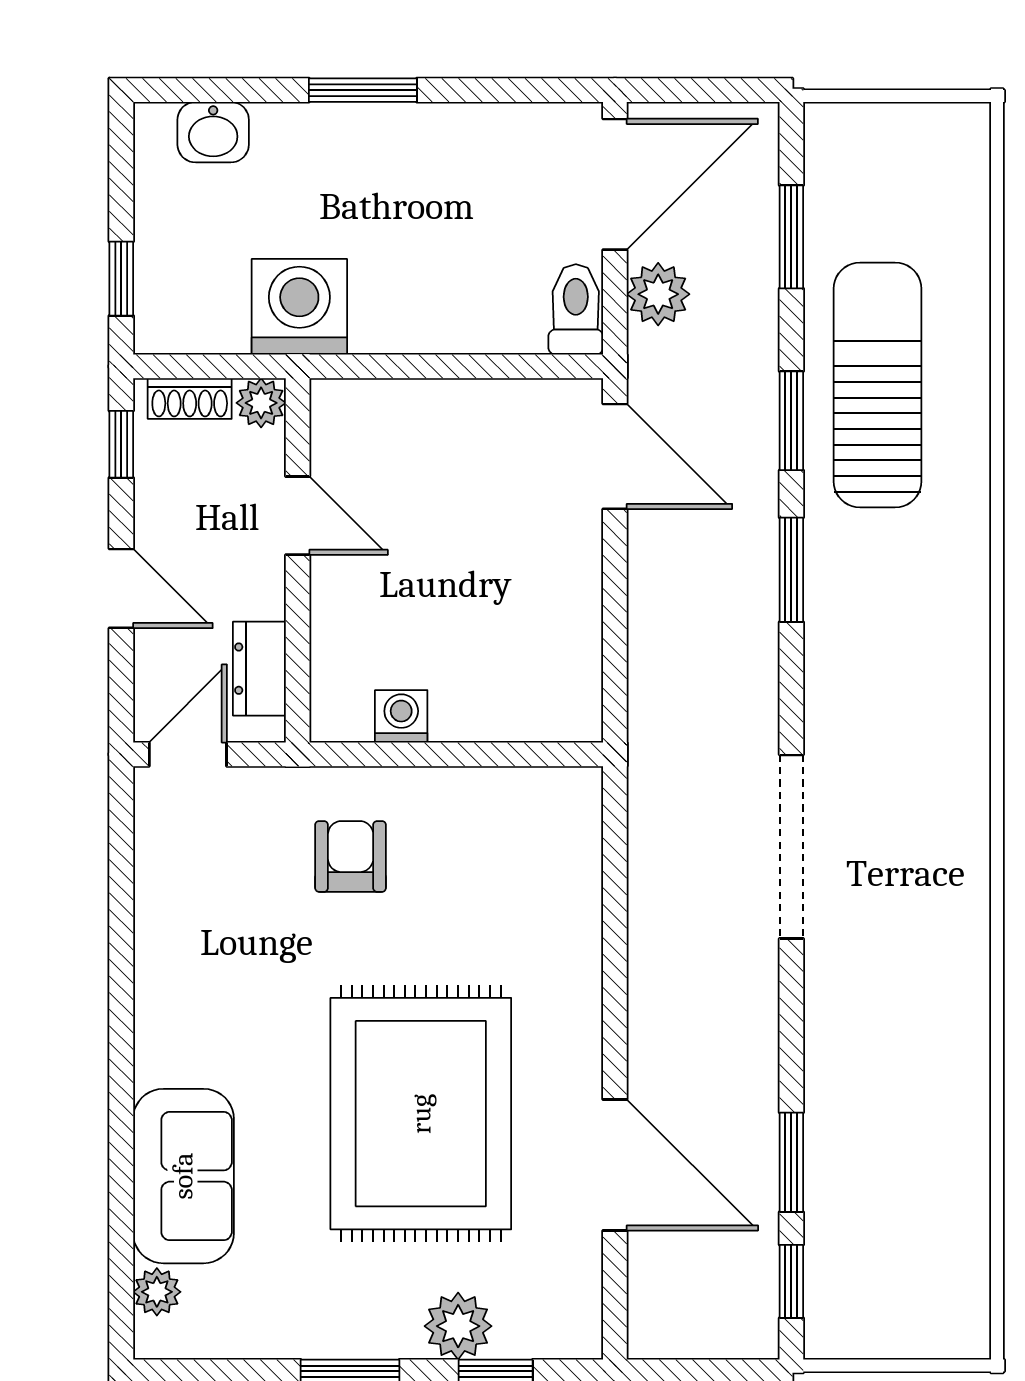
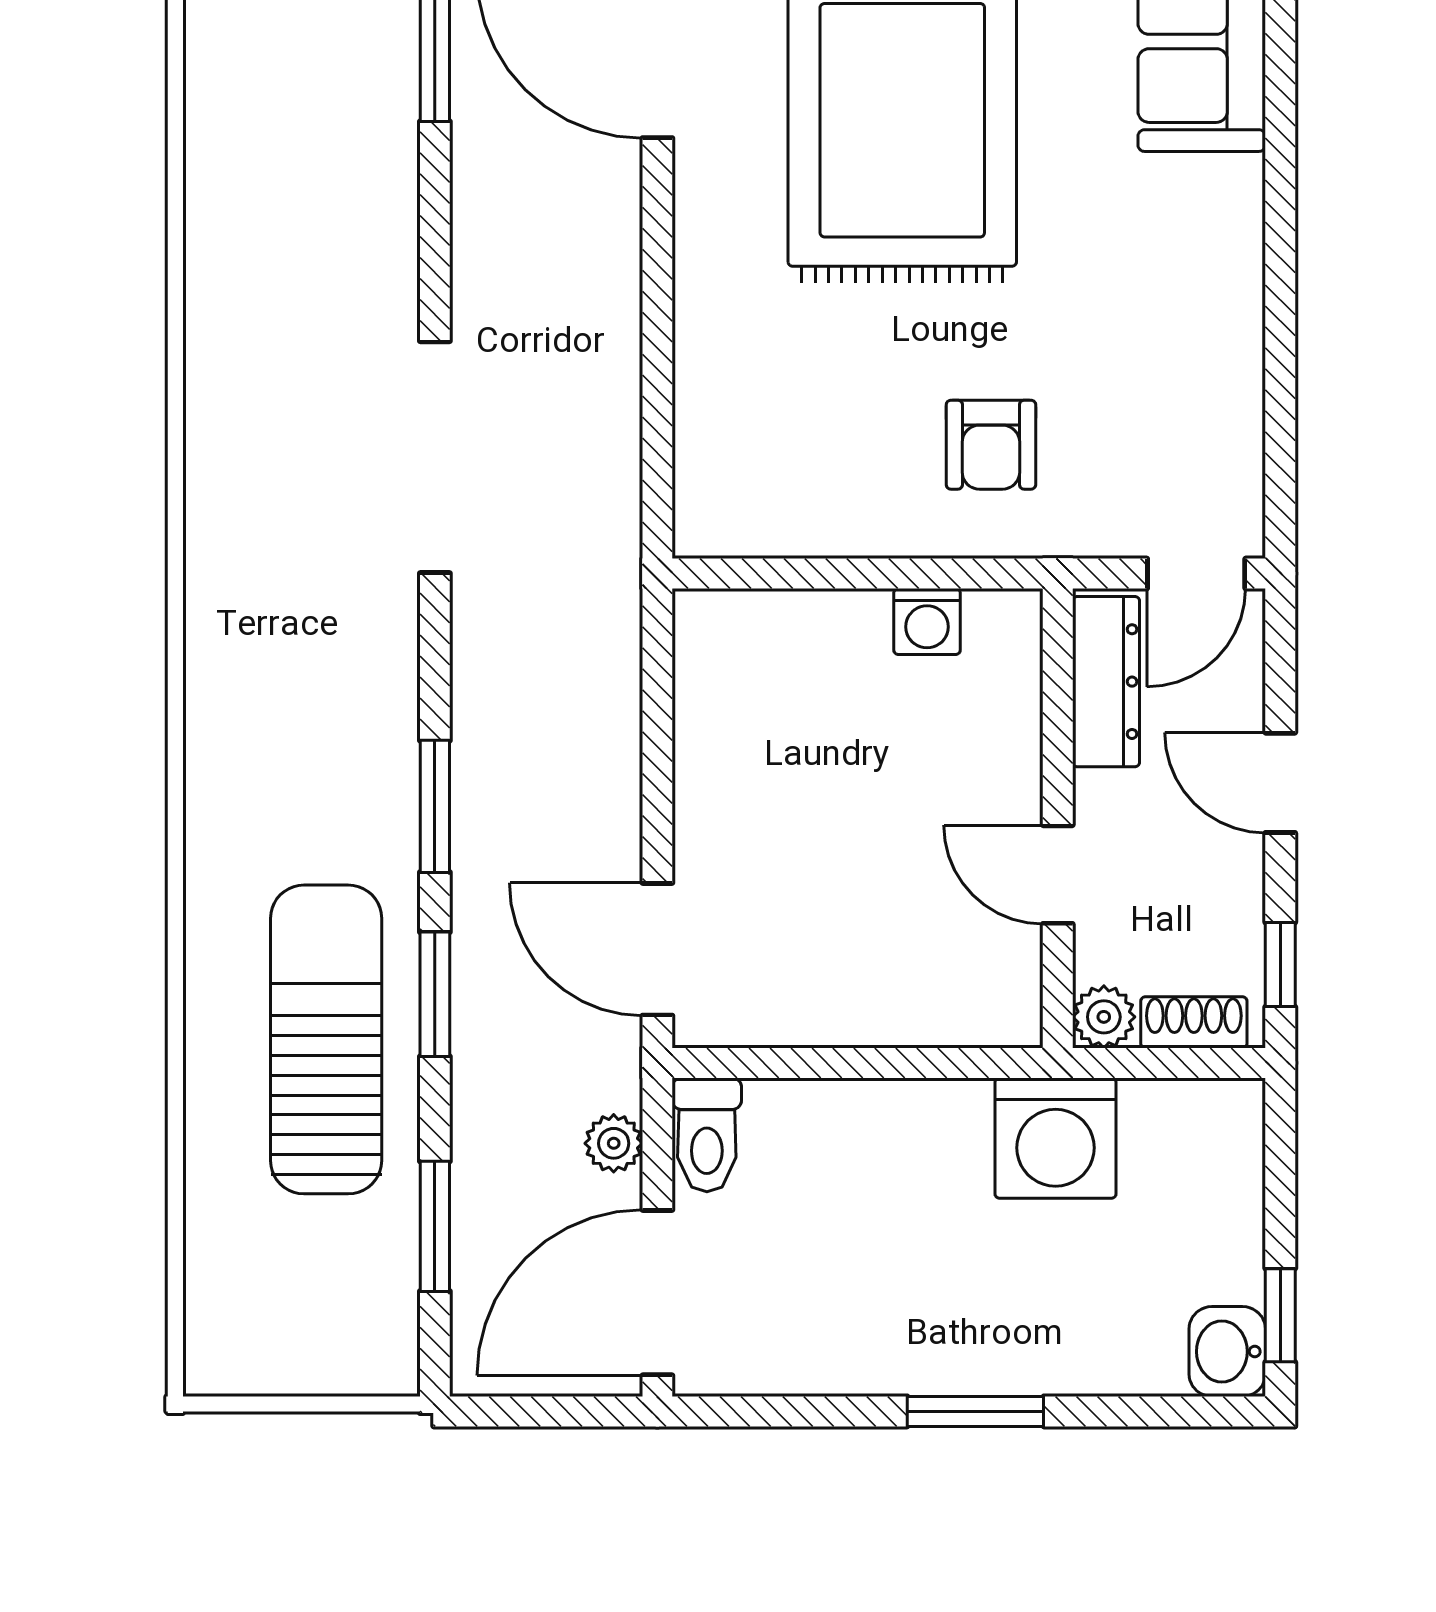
washbasin: (213, 132) -> (1227, 1352), moved, turned -90
window: (121, 279) -> (1280, 1315), moved
plant: (658, 294) -> (614, 1143), width x0.73, depth x0.73
sun lounger: (878, 385) -> (326, 1039), turned 180
dresser: (259, 669) -> (1106, 682), width x1.44

